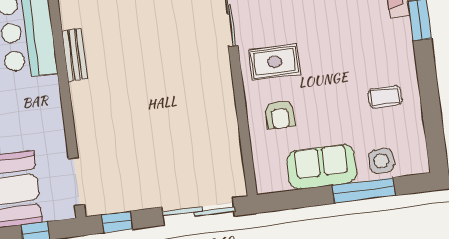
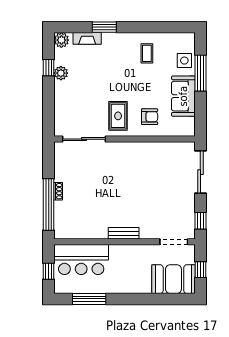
bench: (75, 55) -> (124, 233), moved

